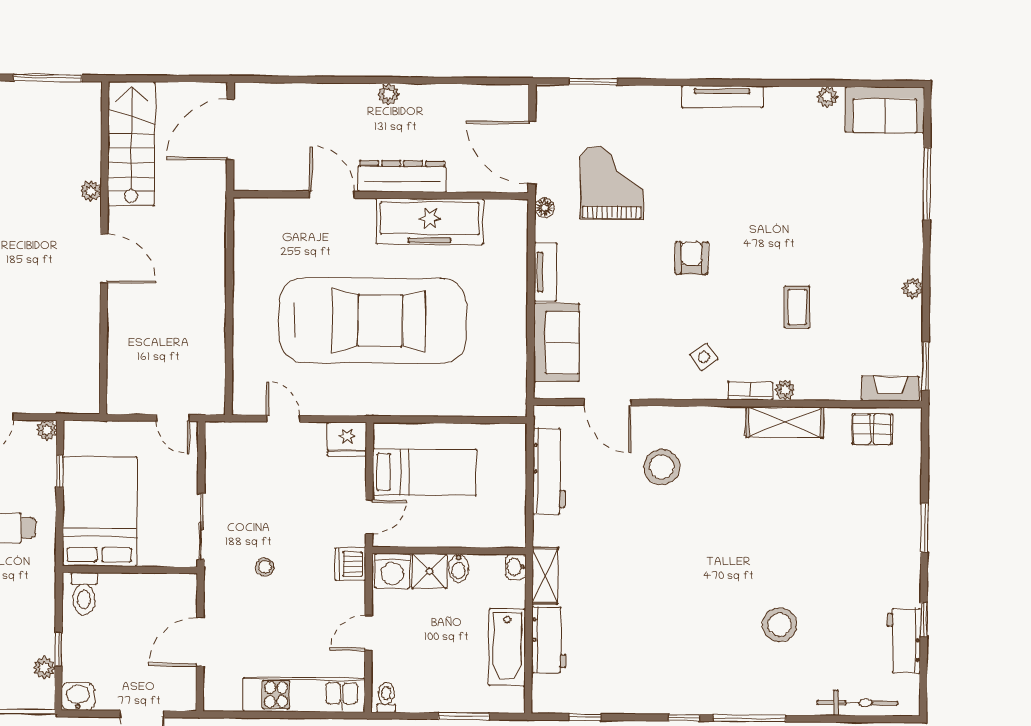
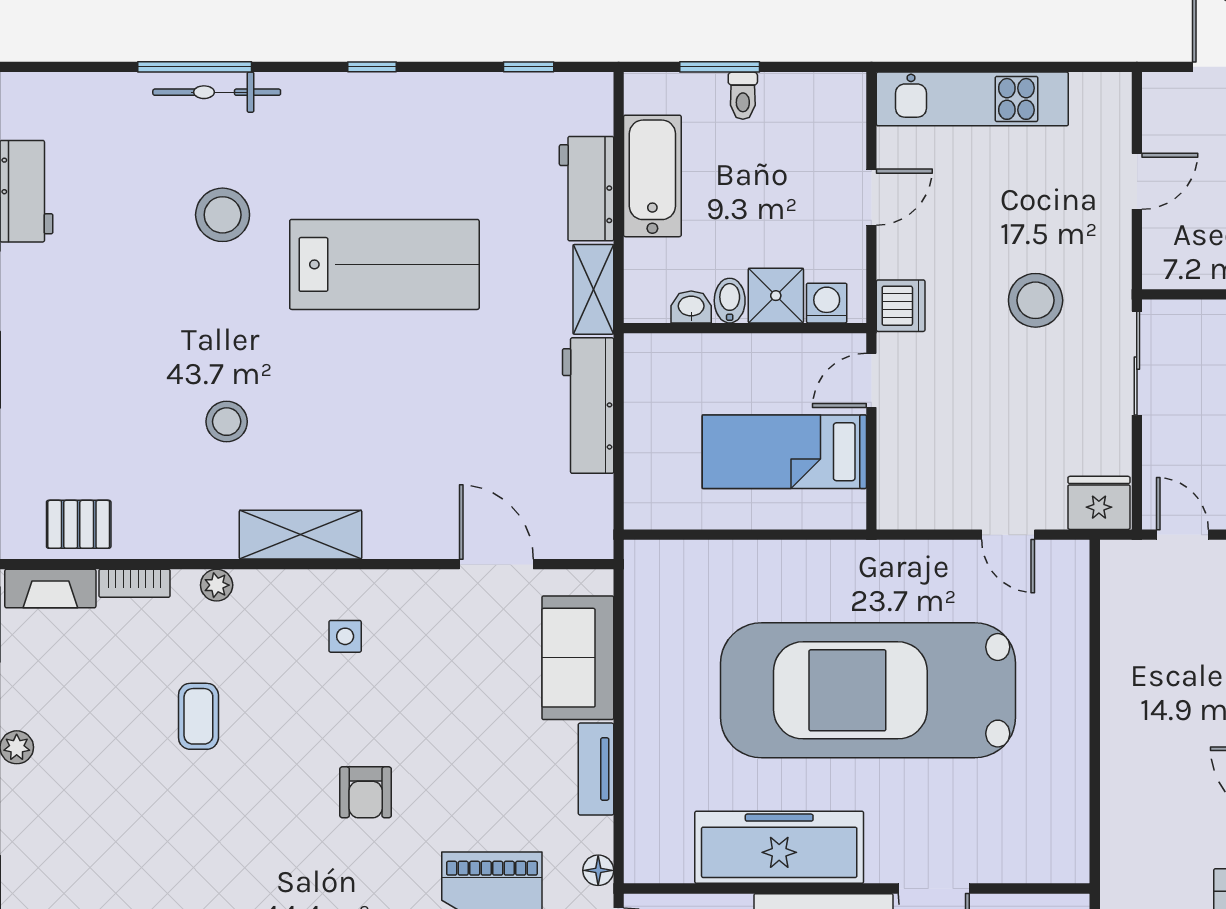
side table: (704, 357) -> (345, 636), turned 36
bookcase: (750, 391) -> (135, 583), moved
shelving: (785, 422) -> (301, 535), moved
fridge: (347, 439) -> (1099, 503), moved
stool: (662, 467) -> (227, 422), moved, width x0.73, depth x0.73
workbench: (549, 471) -> (588, 406), moved
stool: (265, 567) -> (1036, 300), width x1.89, depth x1.89
washbasin: (516, 567) -> (691, 307), moved, turned -90
washing machine: (392, 571) -> (827, 303), width x0.73, depth x0.73
lab bench: (677, 593) -> (384, 264), added
door: (200, 642) -> (1137, 181), width x0.73
toilet: (386, 697) -> (743, 96), moved
bicycle: (857, 703) -> (217, 92), moved
window: (749, 718) -> (195, 67), moved

